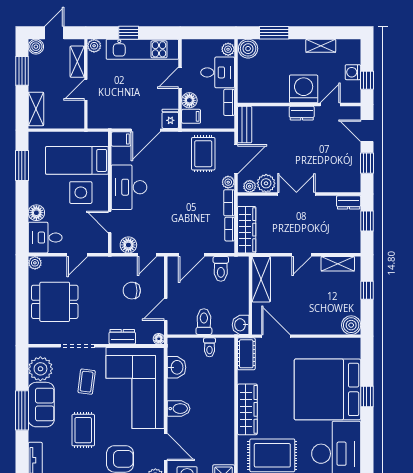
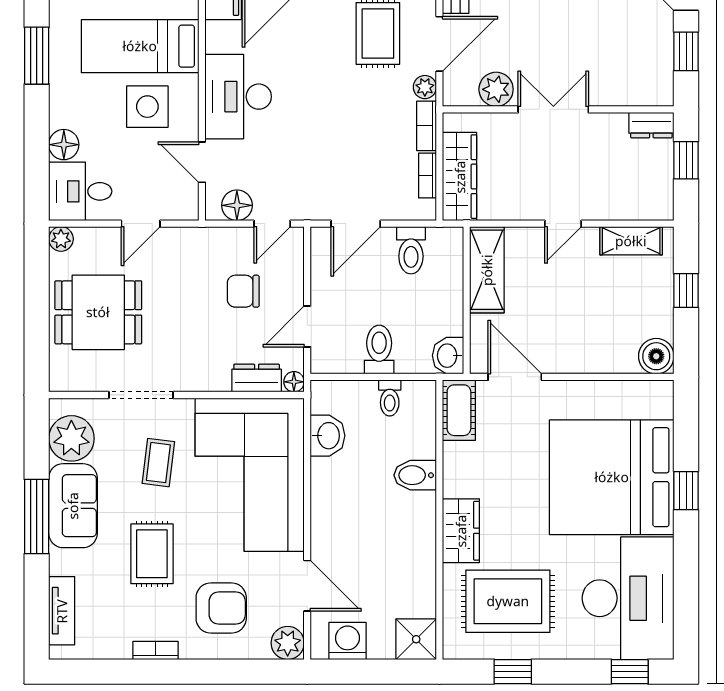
plant: (250, 186) -> (465, 95), removed
dresser: (122, 337) -> (257, 378), moved
bidet: (179, 409) -> (415, 475), moved, turned 180
wardrobe: (247, 409) -> (461, 531), width x0.67

